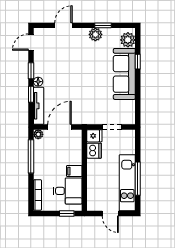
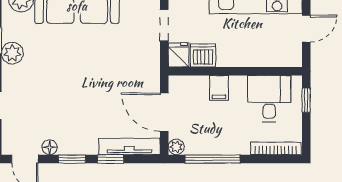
floor lamp: (38, 82) -> (50, 147), moved
filing cabinet: (74, 171) -> (219, 88), moved

